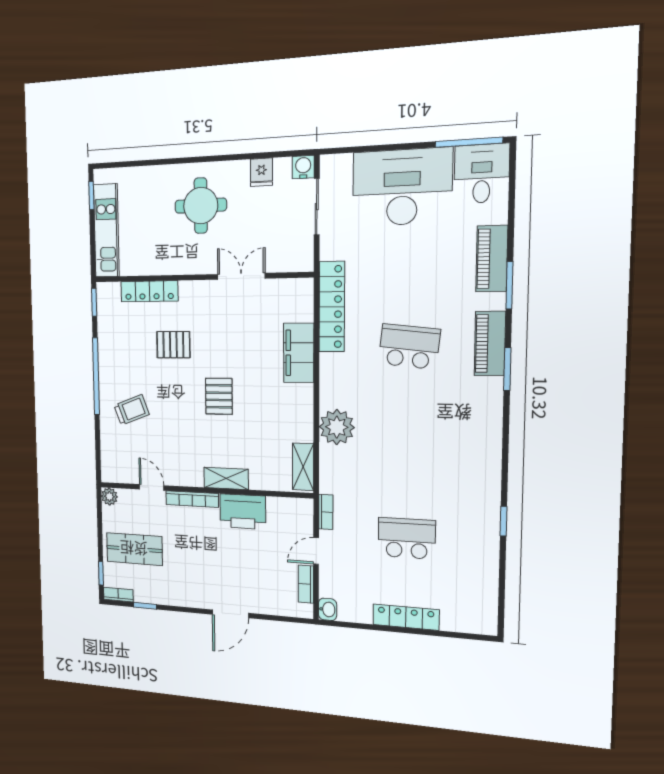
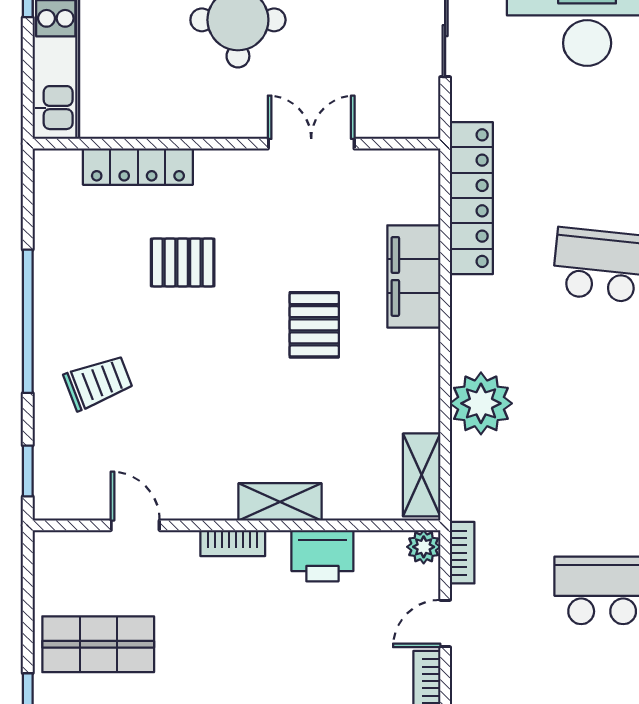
window: (94, 302) -> (28, 471), moved
pallet: (219, 396) -> (314, 325), moved
plant: (109, 496) -> (424, 547), moved
bookcase: (192, 499) -> (233, 543), width x0.64
printer: (243, 512) -> (322, 556), width x0.73, depth x0.84

